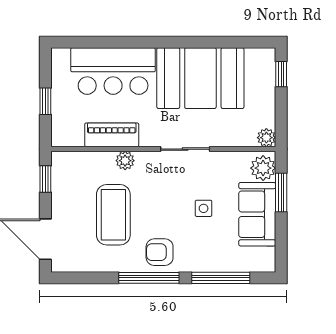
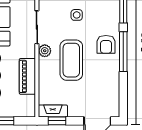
plant: (125, 161) -> (45, 51), moved
fireplace: (60, 173) -> (53, 111), added
coffee table: (113, 215) -> (71, 60), moved, turned 90

